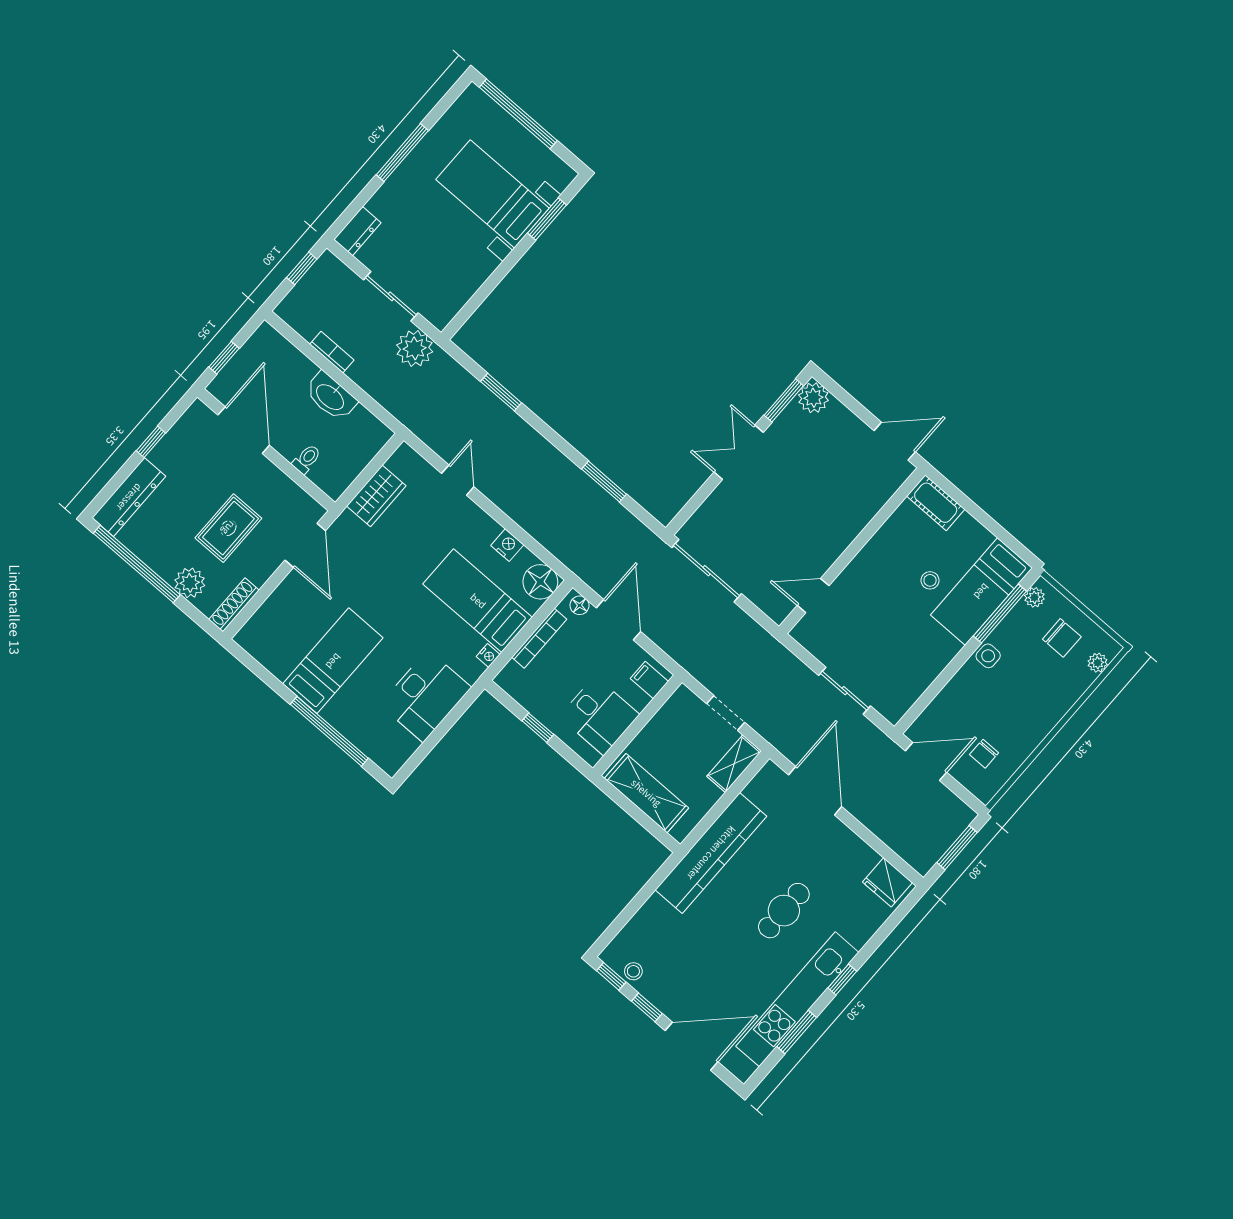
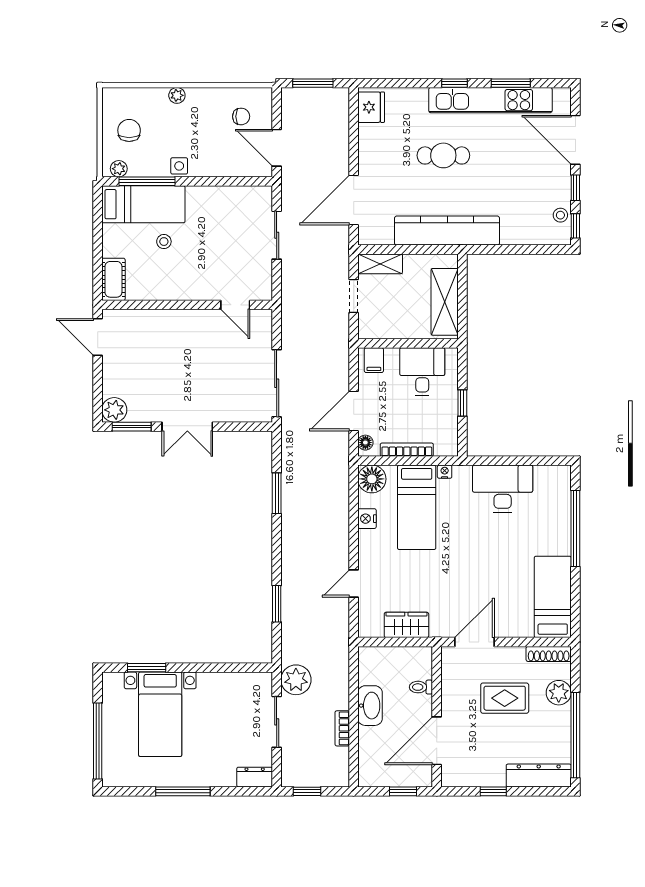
bed: (333, 661) -> (553, 597), moved, turned 90
plant: (1098, 663) -> (177, 95), moved

